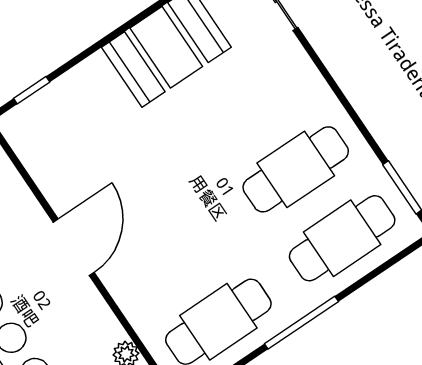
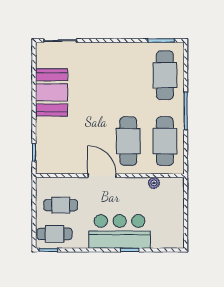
cafe table: (296, 169) -> (128, 141), moved

